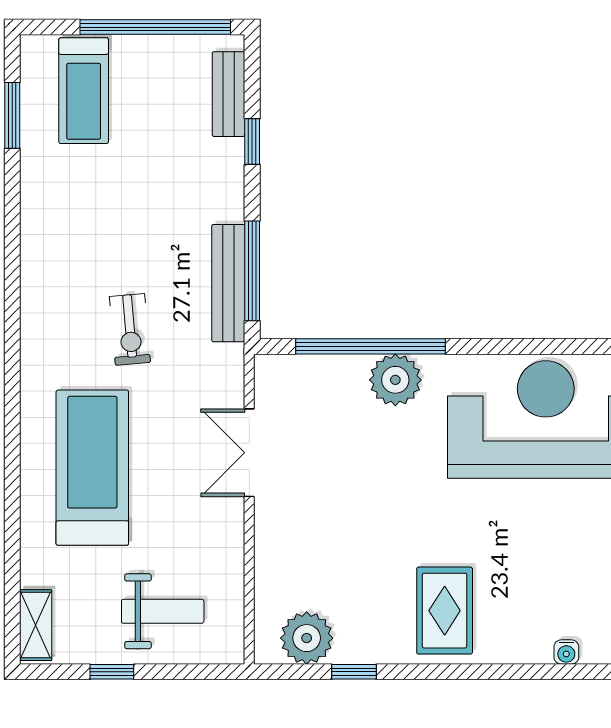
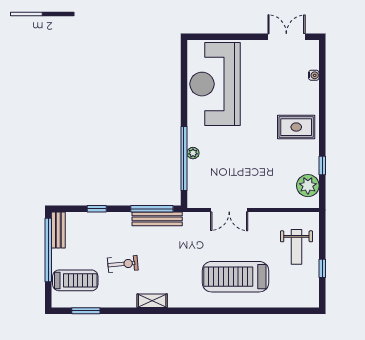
bench: (229, 94) -> (58, 230), moved, turned 90
exercise bike: (130, 329) -> (123, 264), moved
plant: (395, 380) -> (193, 153), width x0.53, depth x0.53
weight bench: (163, 611) -> (296, 247), turned 180
shelving: (36, 625) -> (152, 301), moved

